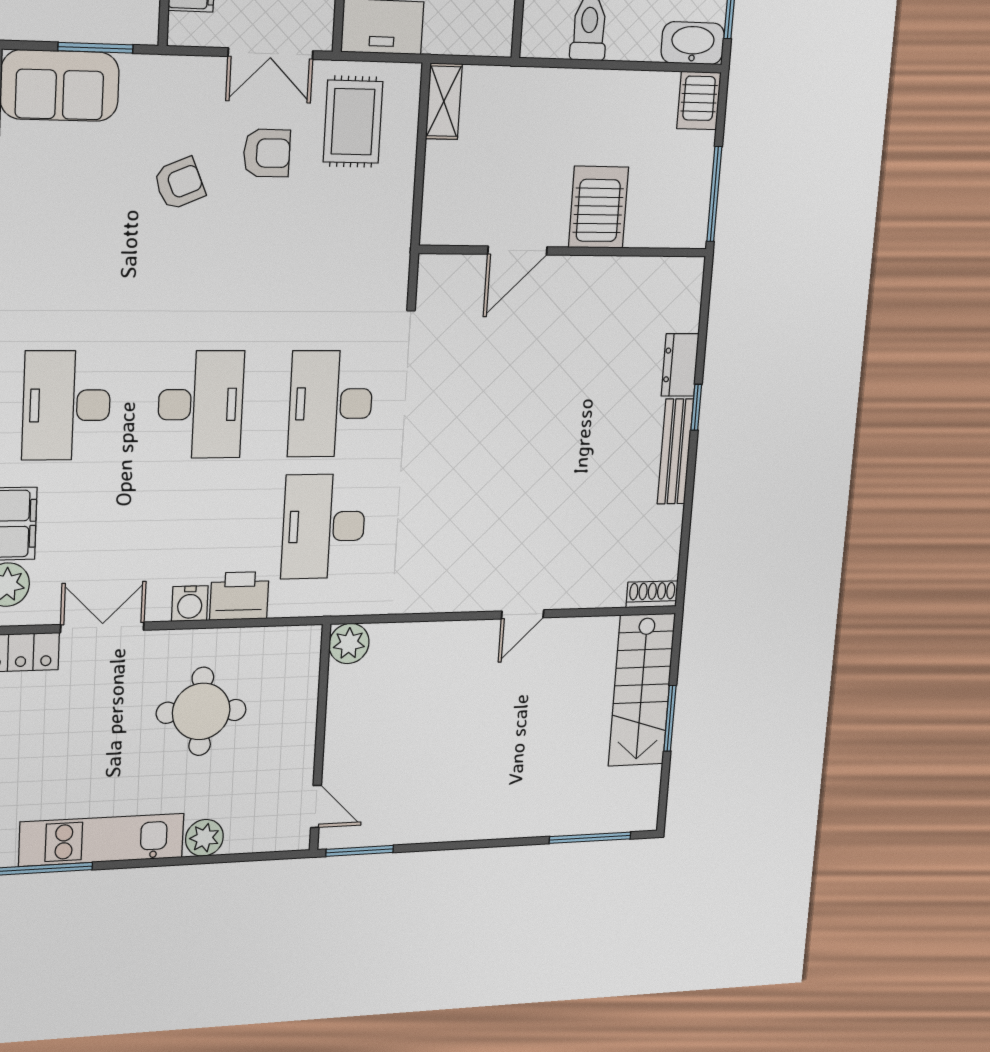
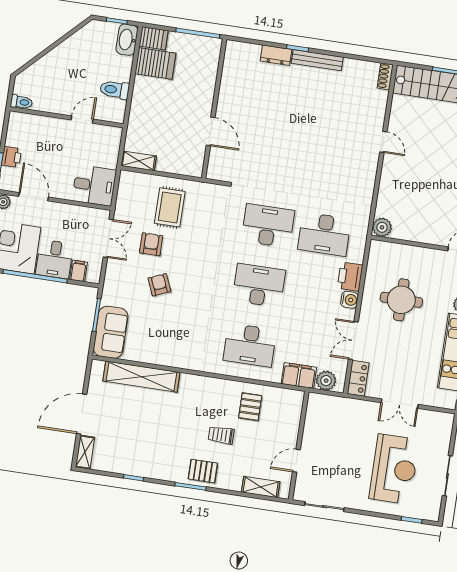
rug: (353, 122) -> (170, 207), moved, turned 90
server rack: (598, 207) -> (155, 63), moved, turned 180
desk: (331, 404) -> (268, 226), turned 180

